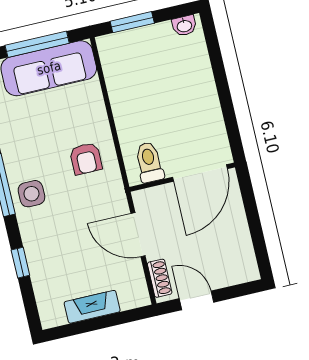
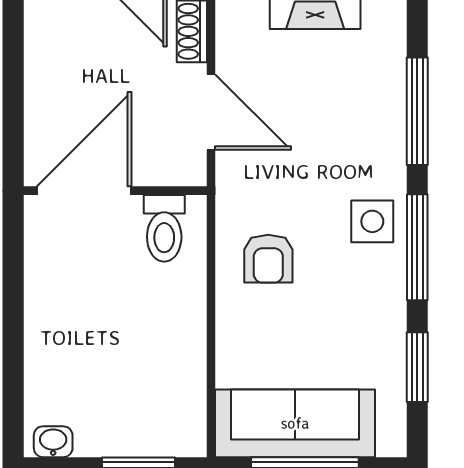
armchair: (86, 159) -> (268, 259), turned 180
window: (20, 263) -> (417, 111), width x2.17

